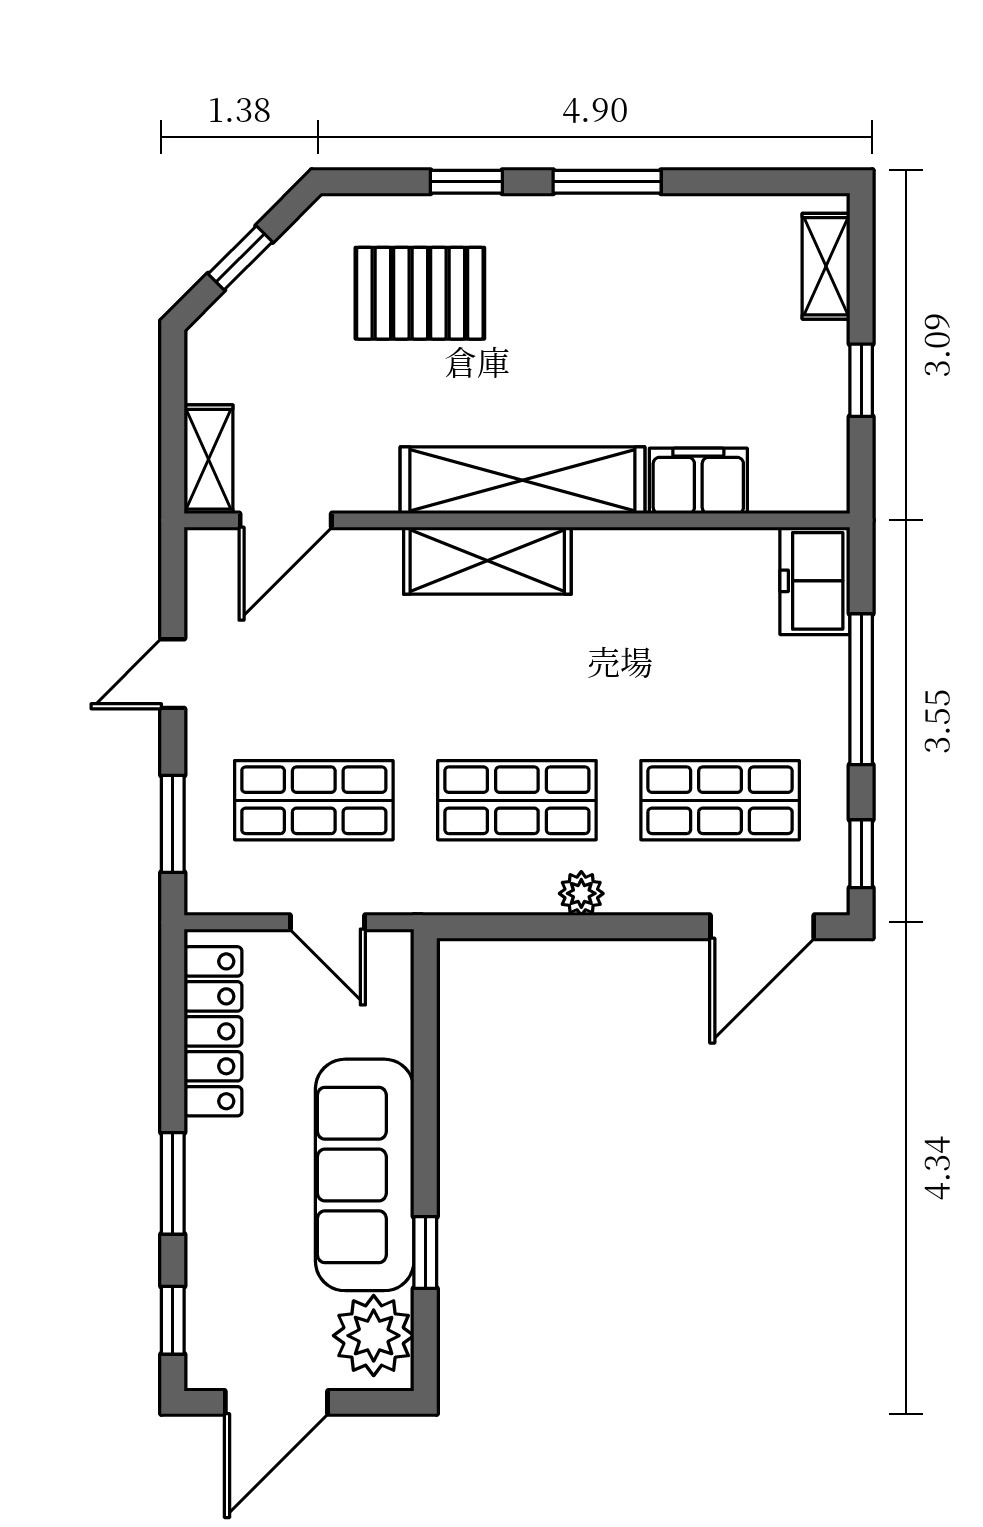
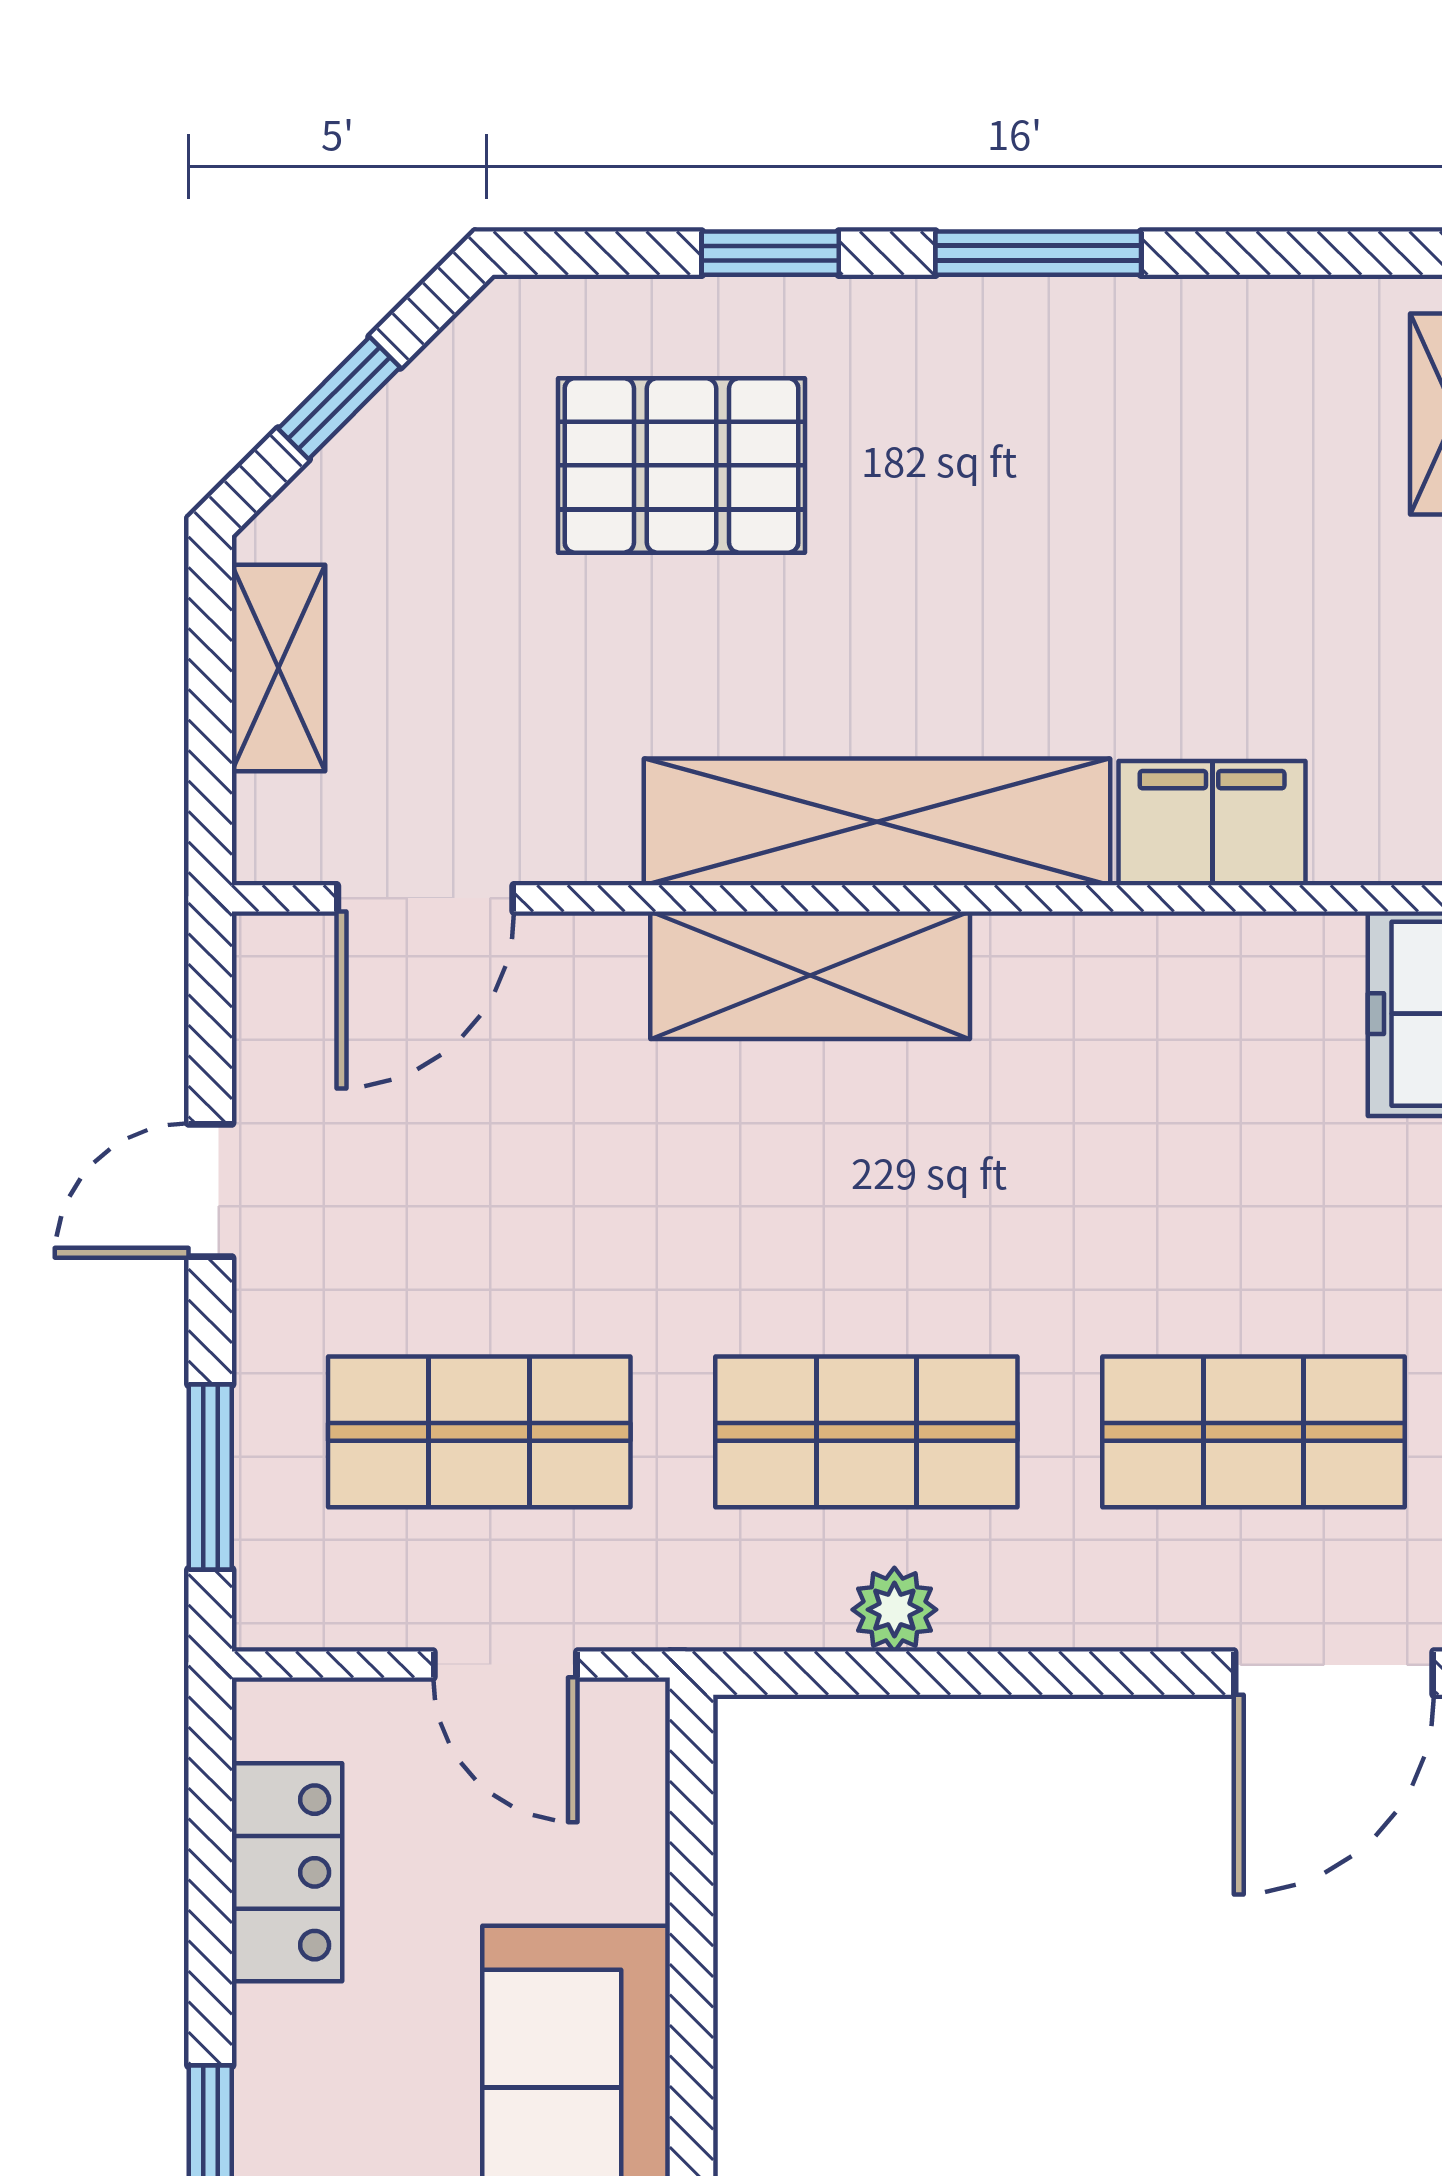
shelving: (208, 459) -> (278, 668), moved
plant: (581, 893) -> (894, 1610), moved
locker: (213, 1031) -> (287, 1872), width x0.66

